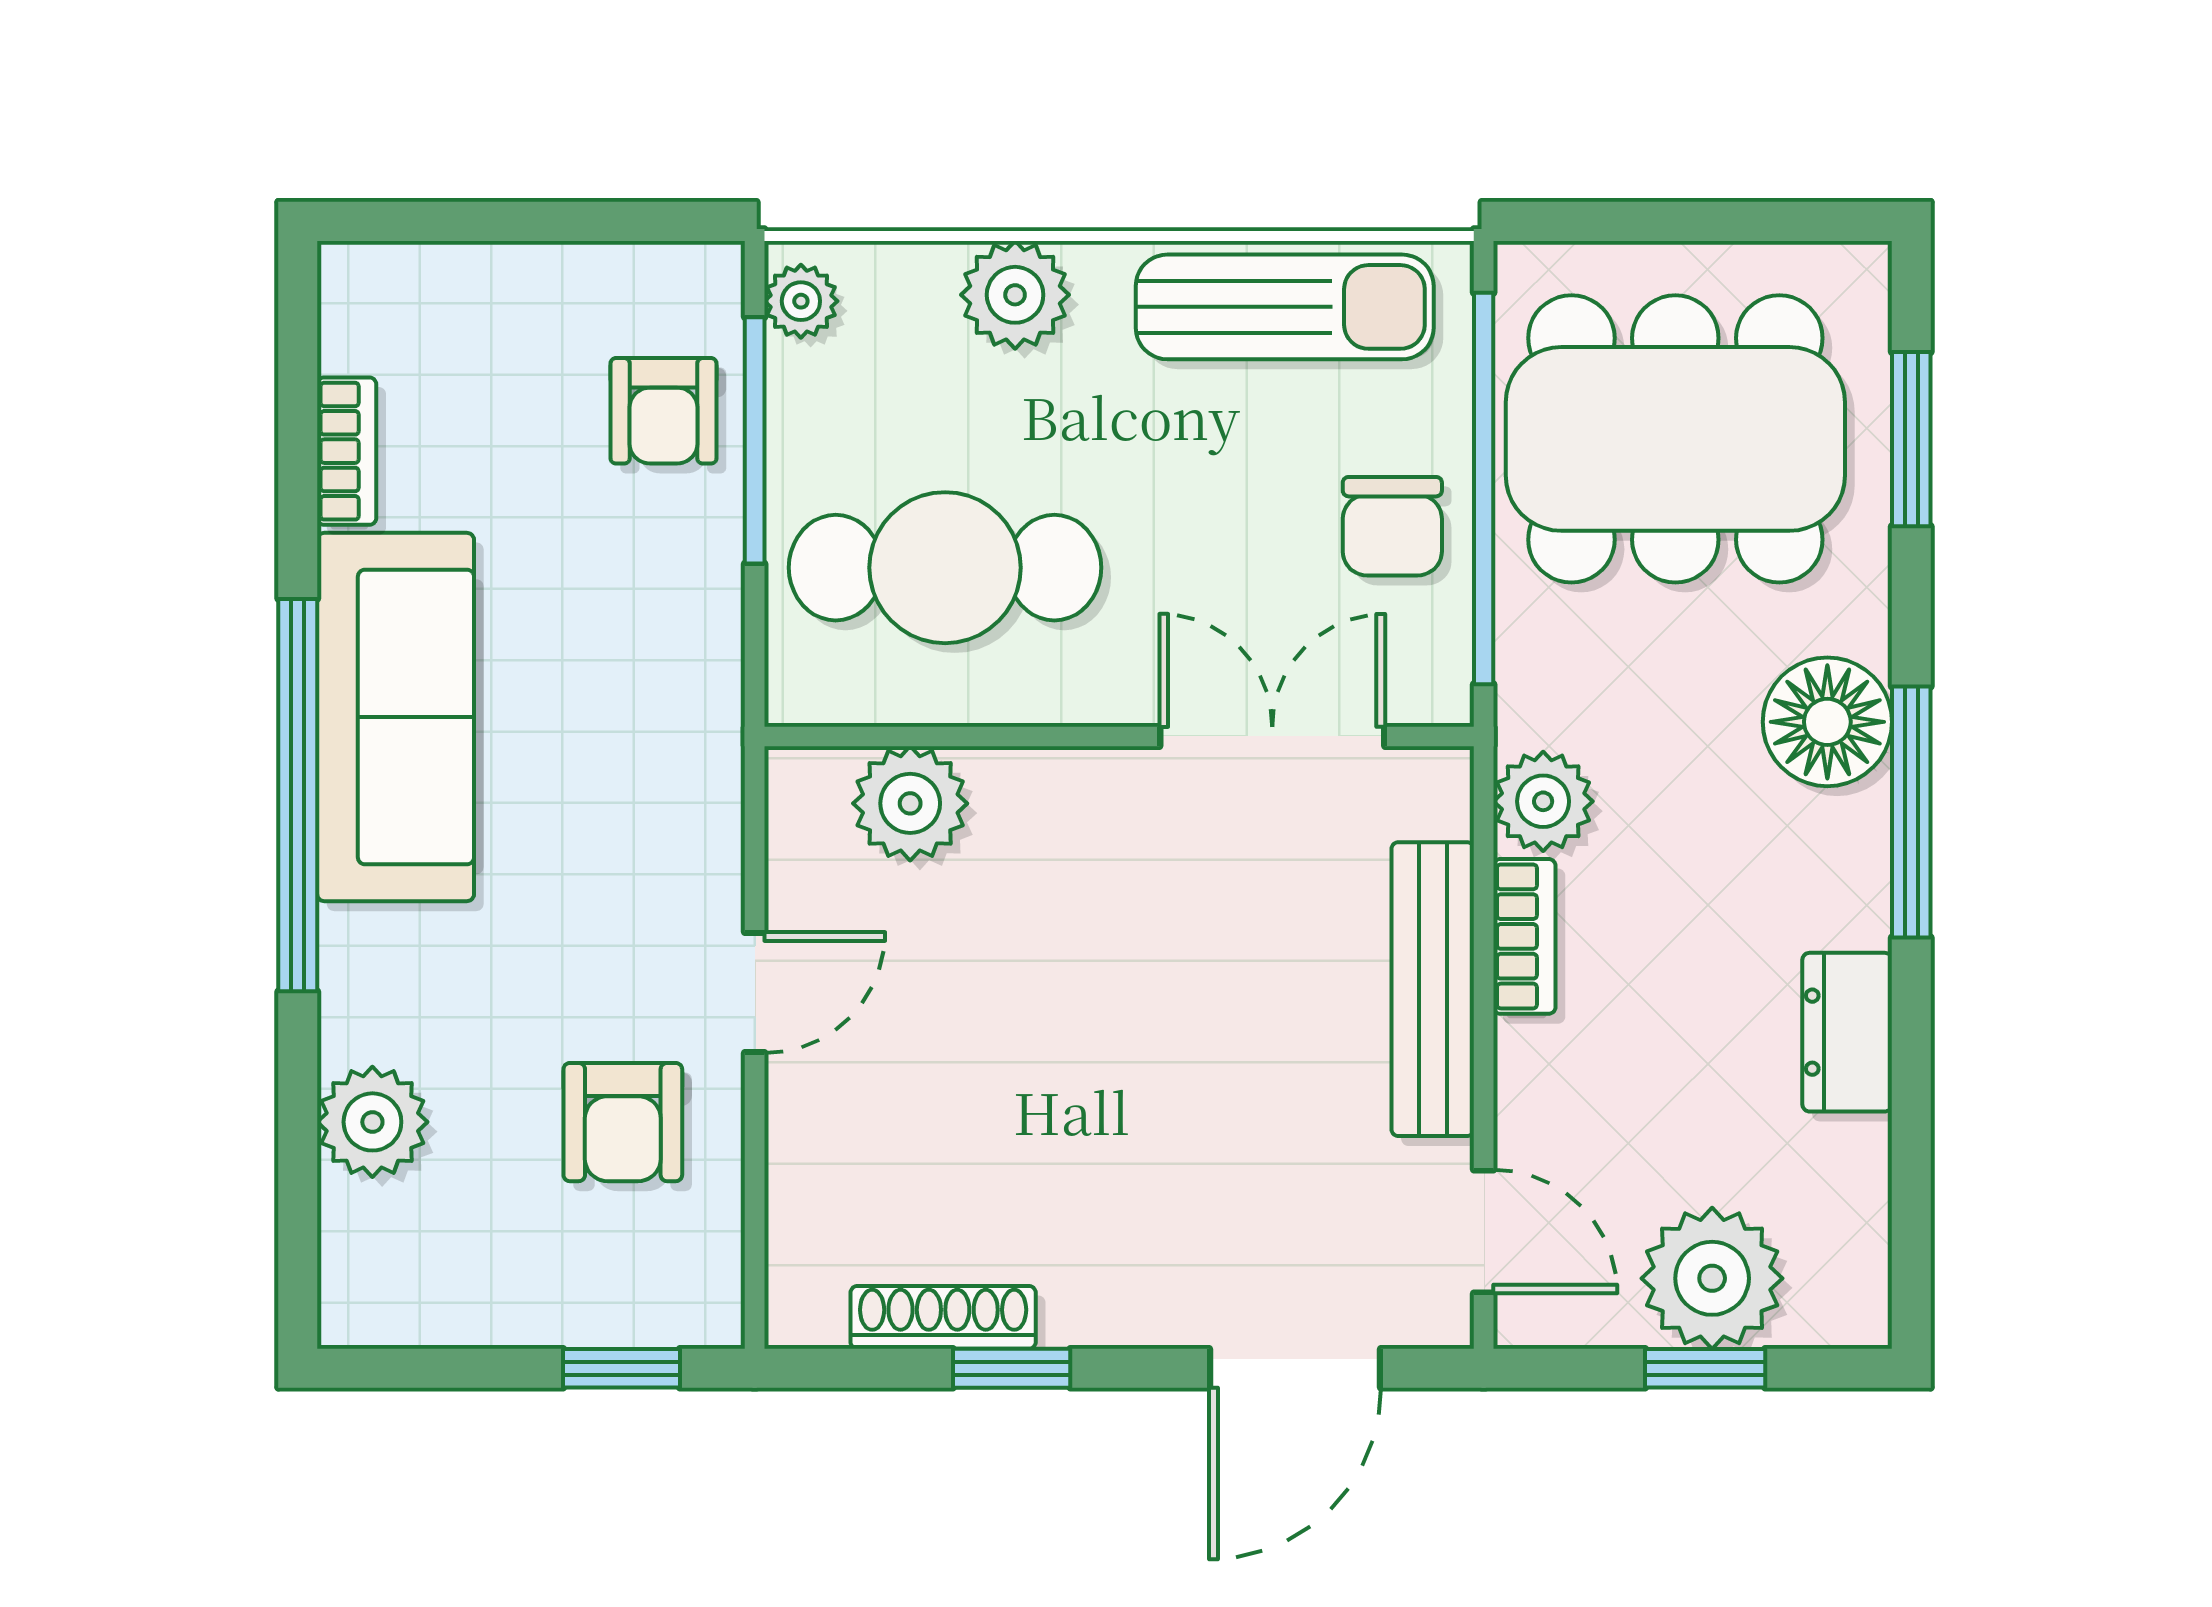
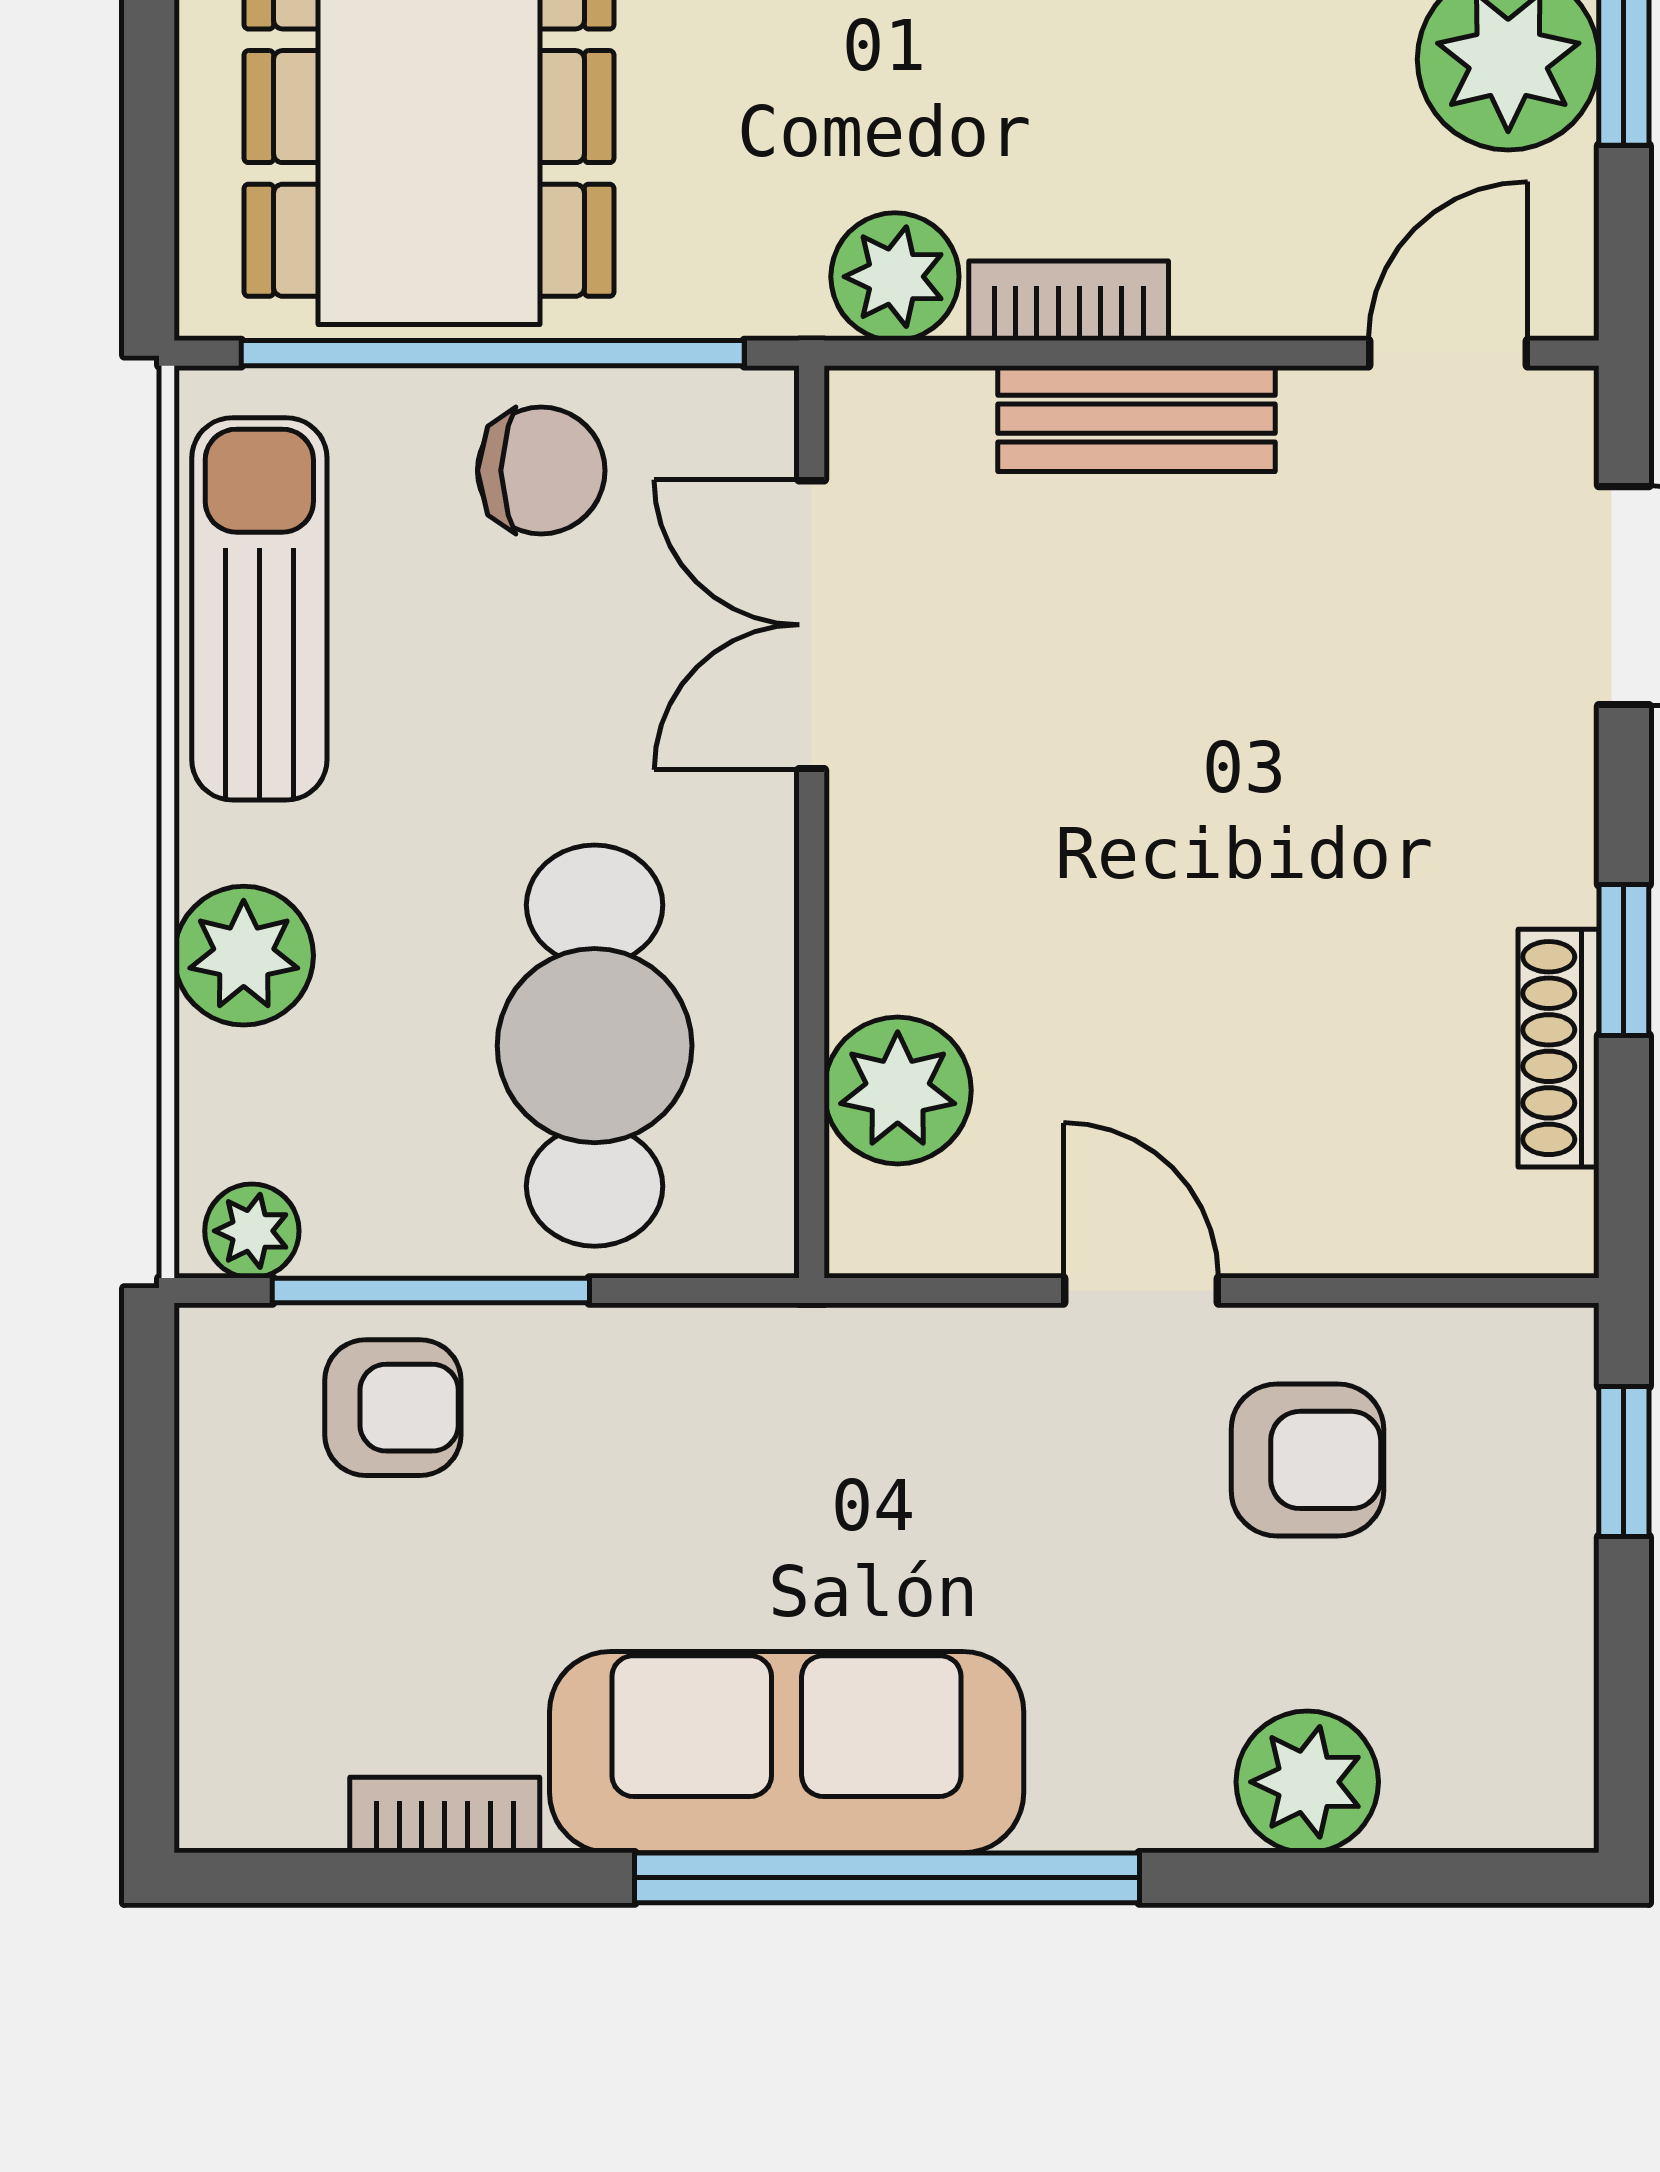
bench: (1433, 989) -> (1136, 419), width x0.73

